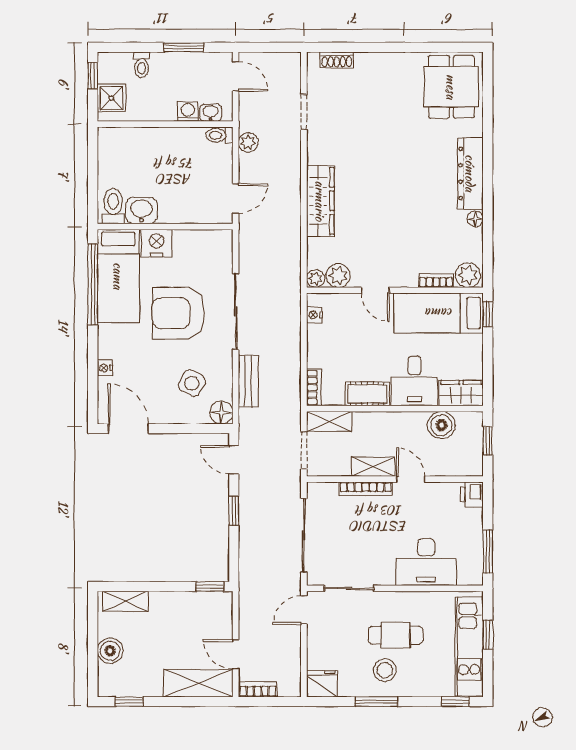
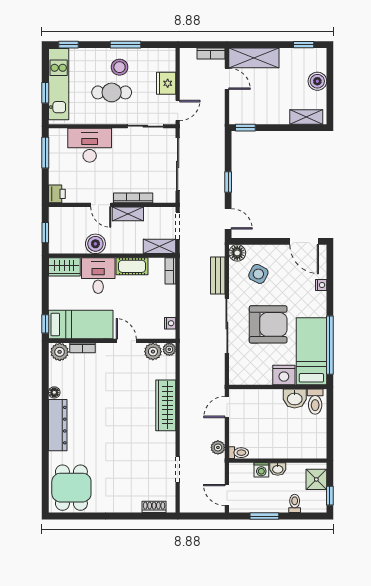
washbasin: (211, 113) -> (278, 469), moved
boiler: (441, 425) -> (95, 244), moved
fridge: (322, 684) -> (166, 83), moved, turned 90

